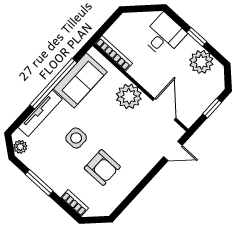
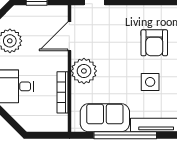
bookcase: (114, 53) -> (63, 92), moved
armchair: (102, 168) -> (154, 43), turned 180

